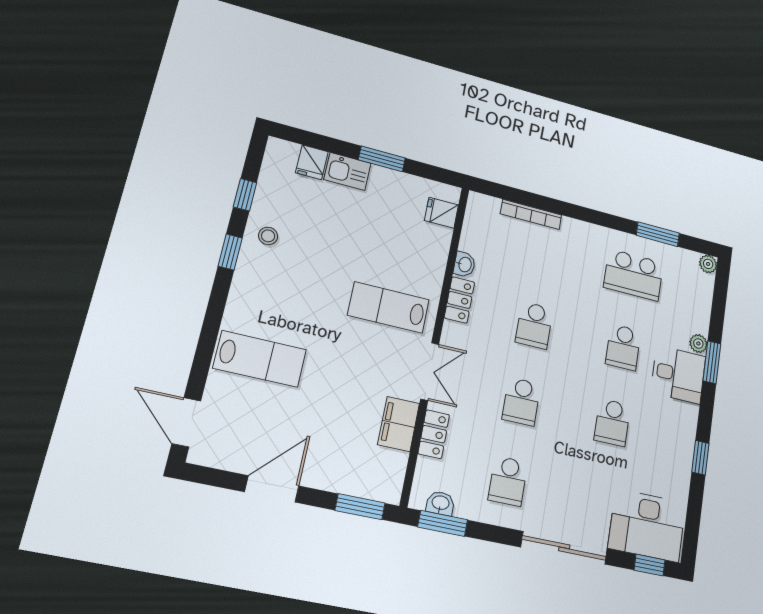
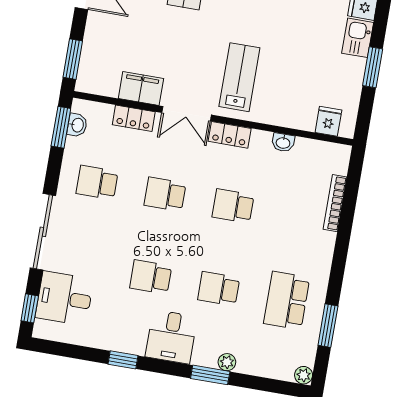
locker: (459, 300) -> (230, 135), moved
desk: (678, 374) -> (171, 337), moved
desk: (647, 525) -> (64, 298), width x0.73

